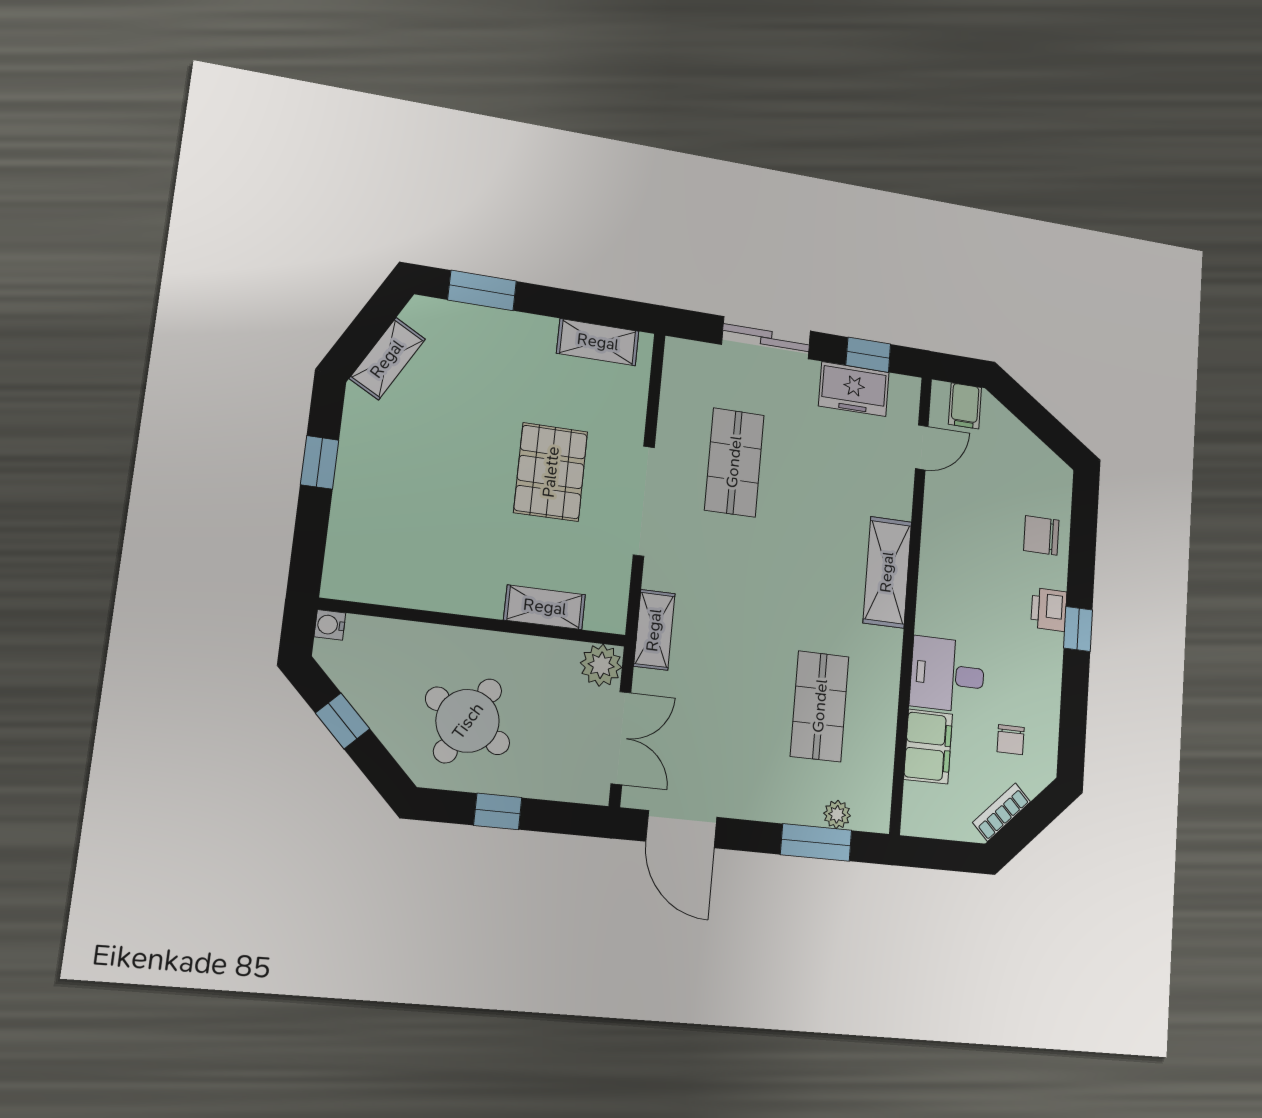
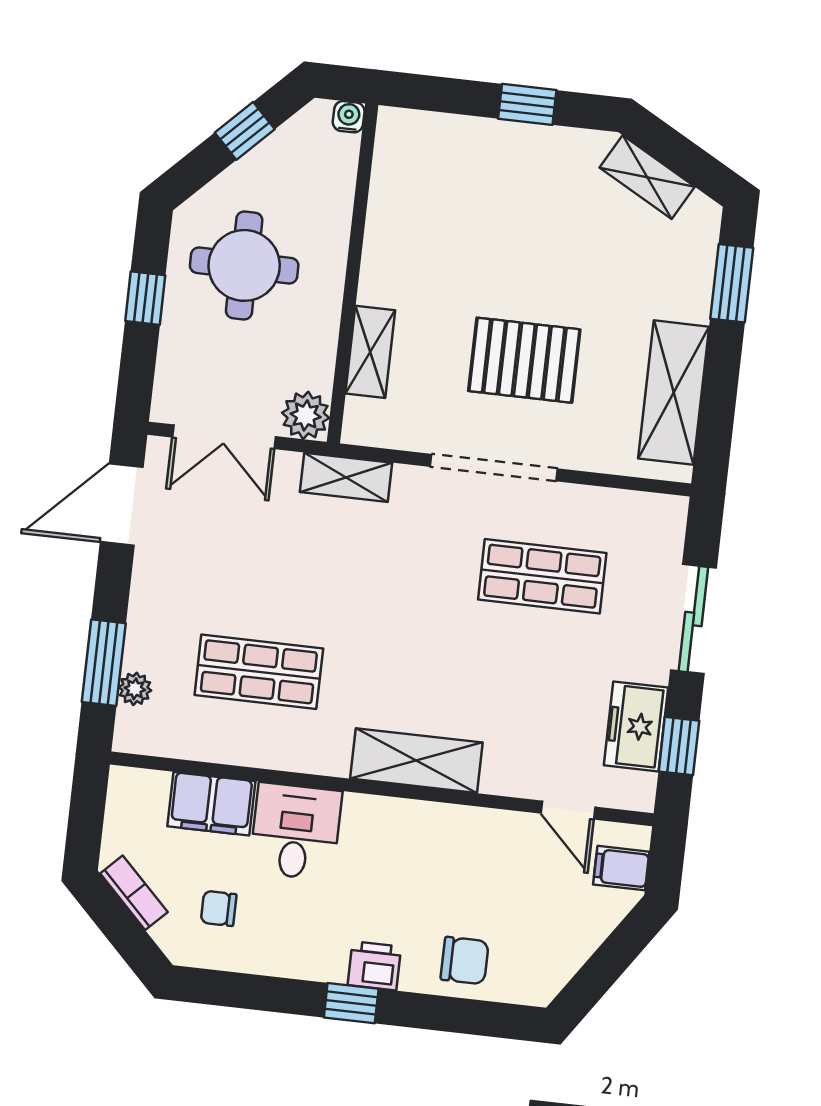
shelving: (598, 342) -> (674, 393), width x1.50, depth x1.33
chair: (1041, 535) -> (465, 961), turned 90
round table: (468, 721) -> (244, 265), turned -30

